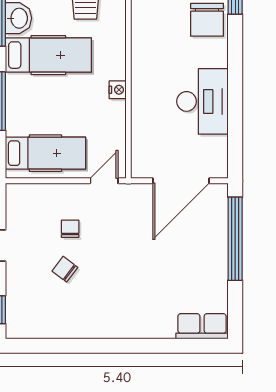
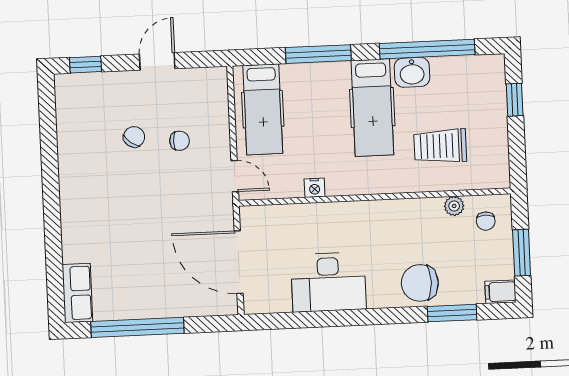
nightstand: (118, 90) -> (315, 188), moved
window: (235, 239) -> (137, 327), moved

